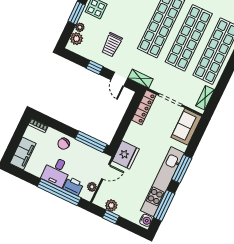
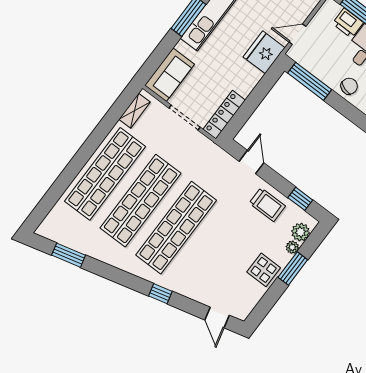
trolley: (112, 45) -> (267, 205), moved, turned 90
window: (95, 67) -> (300, 199), moved
shelving: (140, 79) -> (221, 157), removed
plant: (92, 187) -> (321, 17), removed

